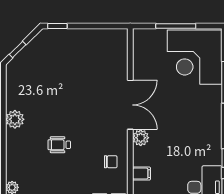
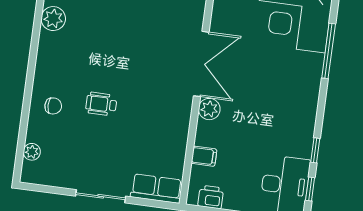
plant: (15, 119) -> (53, 19), moved
chair: (111, 162) -> (53, 106), moved

